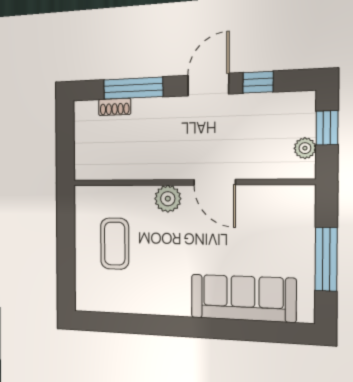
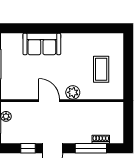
sofa: (243, 298) -> (42, 44), width x0.73

